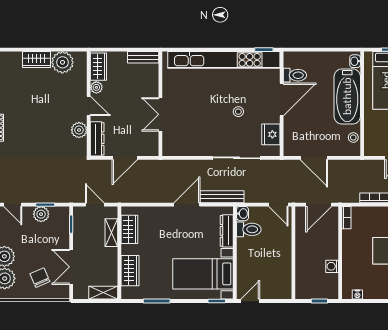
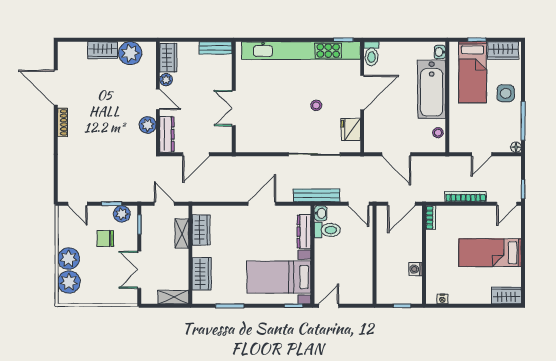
toilet: (295, 75) -> (371, 54), moved, turned 90
bench: (222, 197) -> (317, 195), moved
plant: (41, 214) -> (122, 214), moved
chair: (40, 278) -> (105, 238), moved, turned -67

